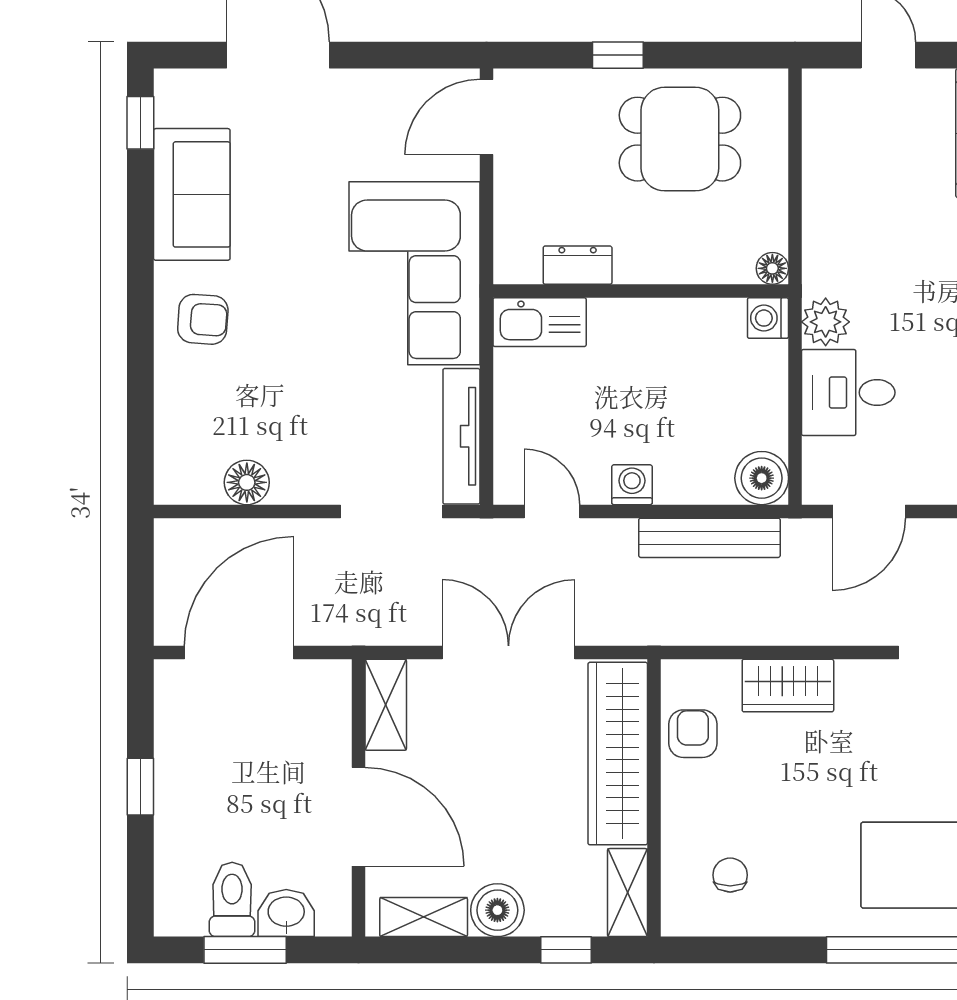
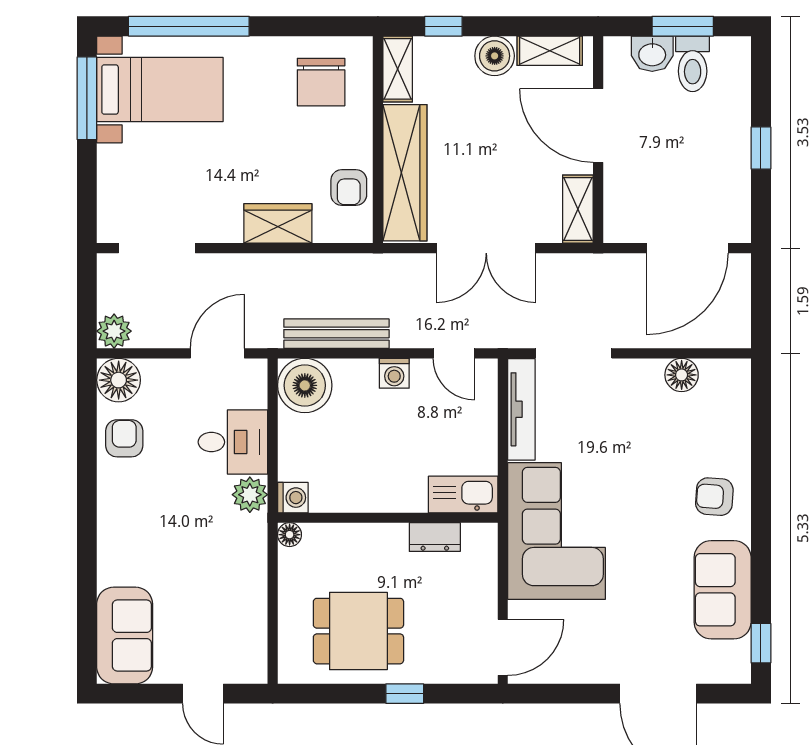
boiler: (762, 478) -> (305, 385), width x1.37, depth x1.37
chair: (730, 875) -> (321, 82), width x1.87, depth x1.87

